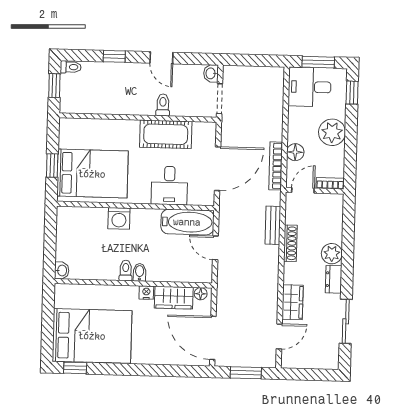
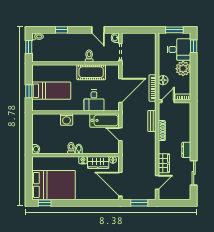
door: (161, 58) -> (98, 30), moved
desk: (310, 87) -> (179, 50), moved, turned 180
bed: (92, 174) -> (51, 91), width x0.67
plant: (332, 254) -> (185, 136), removed

